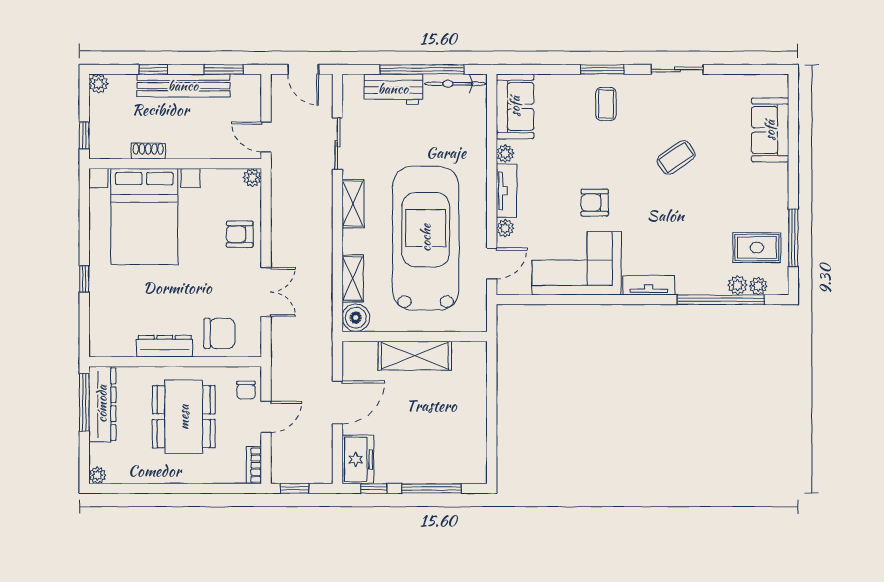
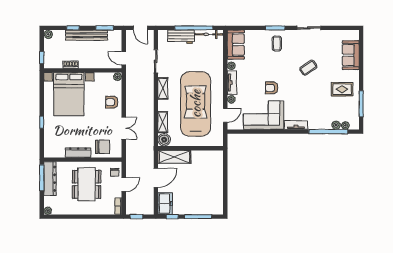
rug: (757, 248) -> (342, 89), moved
shelving: (415, 356) -> (174, 157), moved

